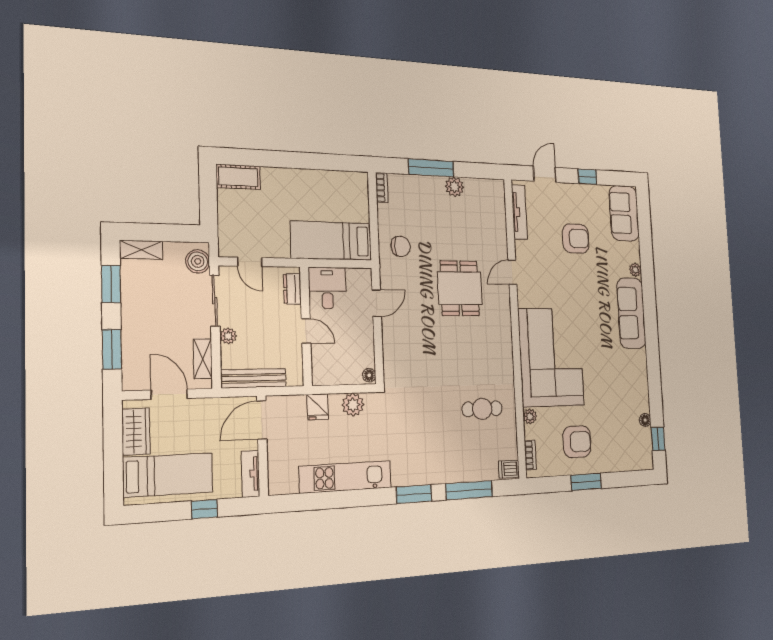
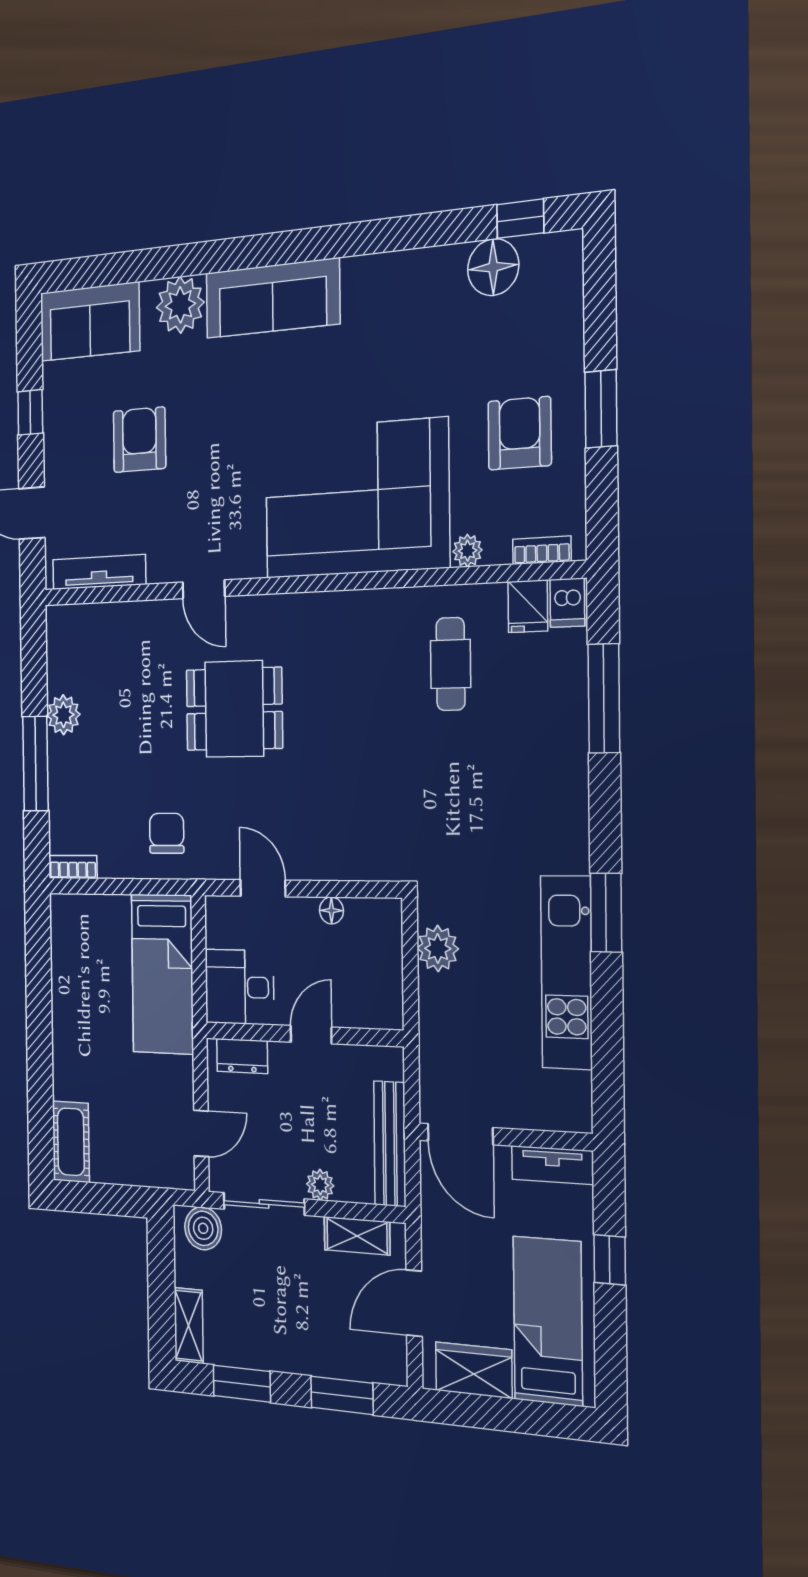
plant: (635, 270) -> (180, 305), width x1.88, depth x1.88
floor lamp: (369, 375) -> (331, 910), moved
fridge: (318, 407) -> (528, 606), moved, turned 90
floor lamp: (645, 420) -> (493, 267), width x1.89, depth x1.89
window: (414, 494) -> (606, 913), moved

